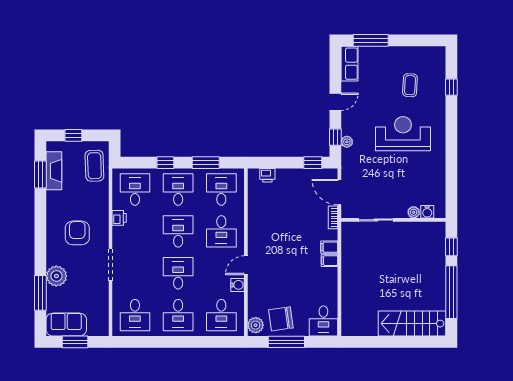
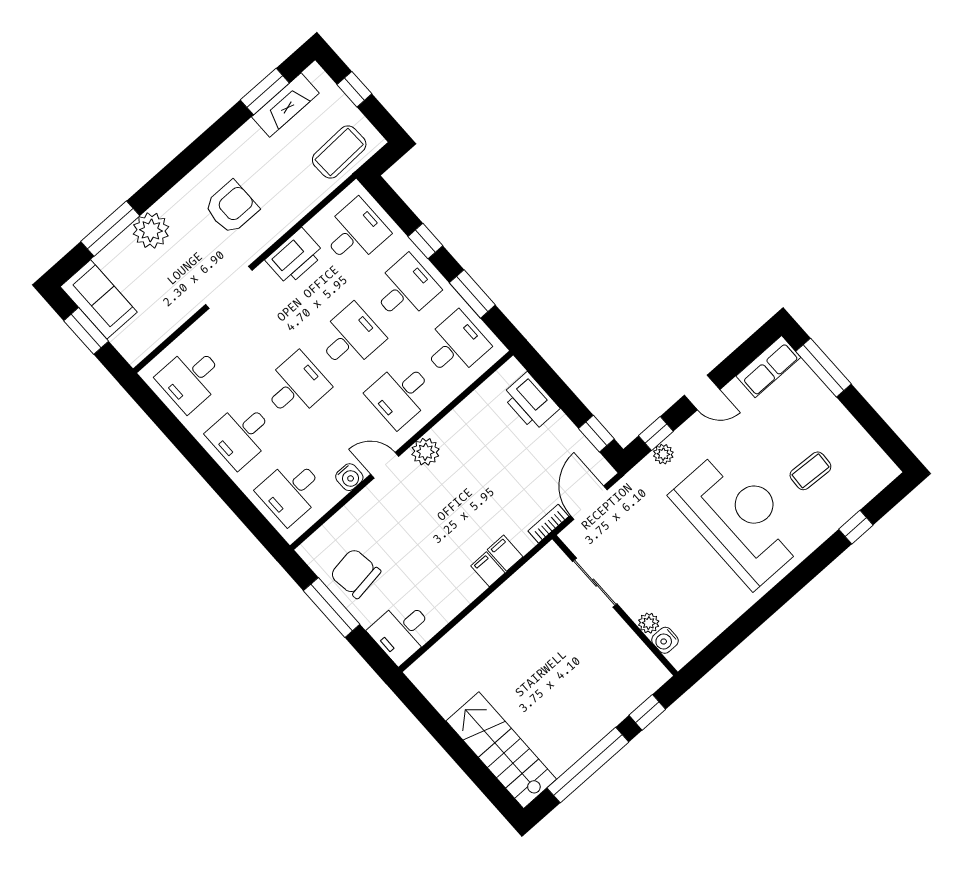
reception desk: (403, 134) -> (739, 518), width x1.36, depth x1.30
printer: (267, 175) -> (531, 402), width x1.87, depth x1.48
printer: (119, 218) -> (295, 257), width x1.87, depth x1.48
plant: (256, 325) -> (425, 452), moved

